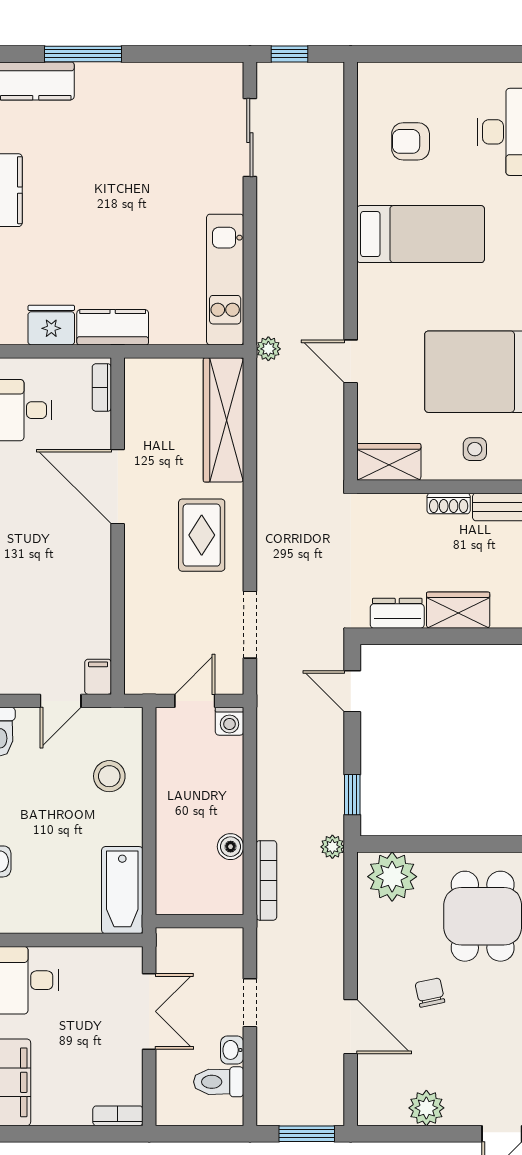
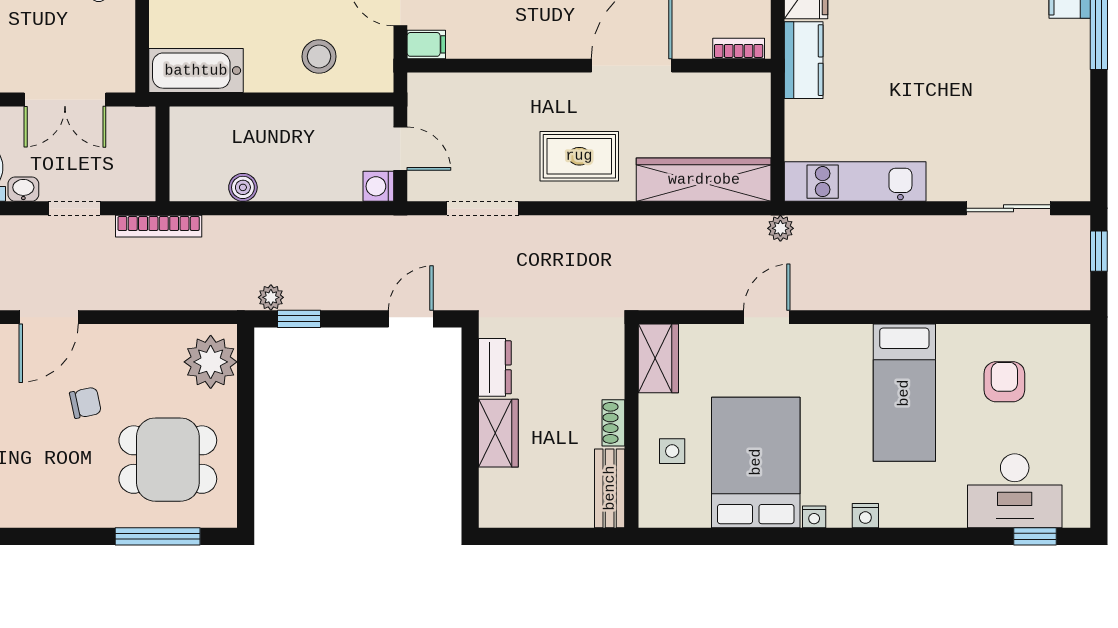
plant: (332, 847) -> (271, 297), moved
bookcase: (266, 880) -> (159, 226), moved

